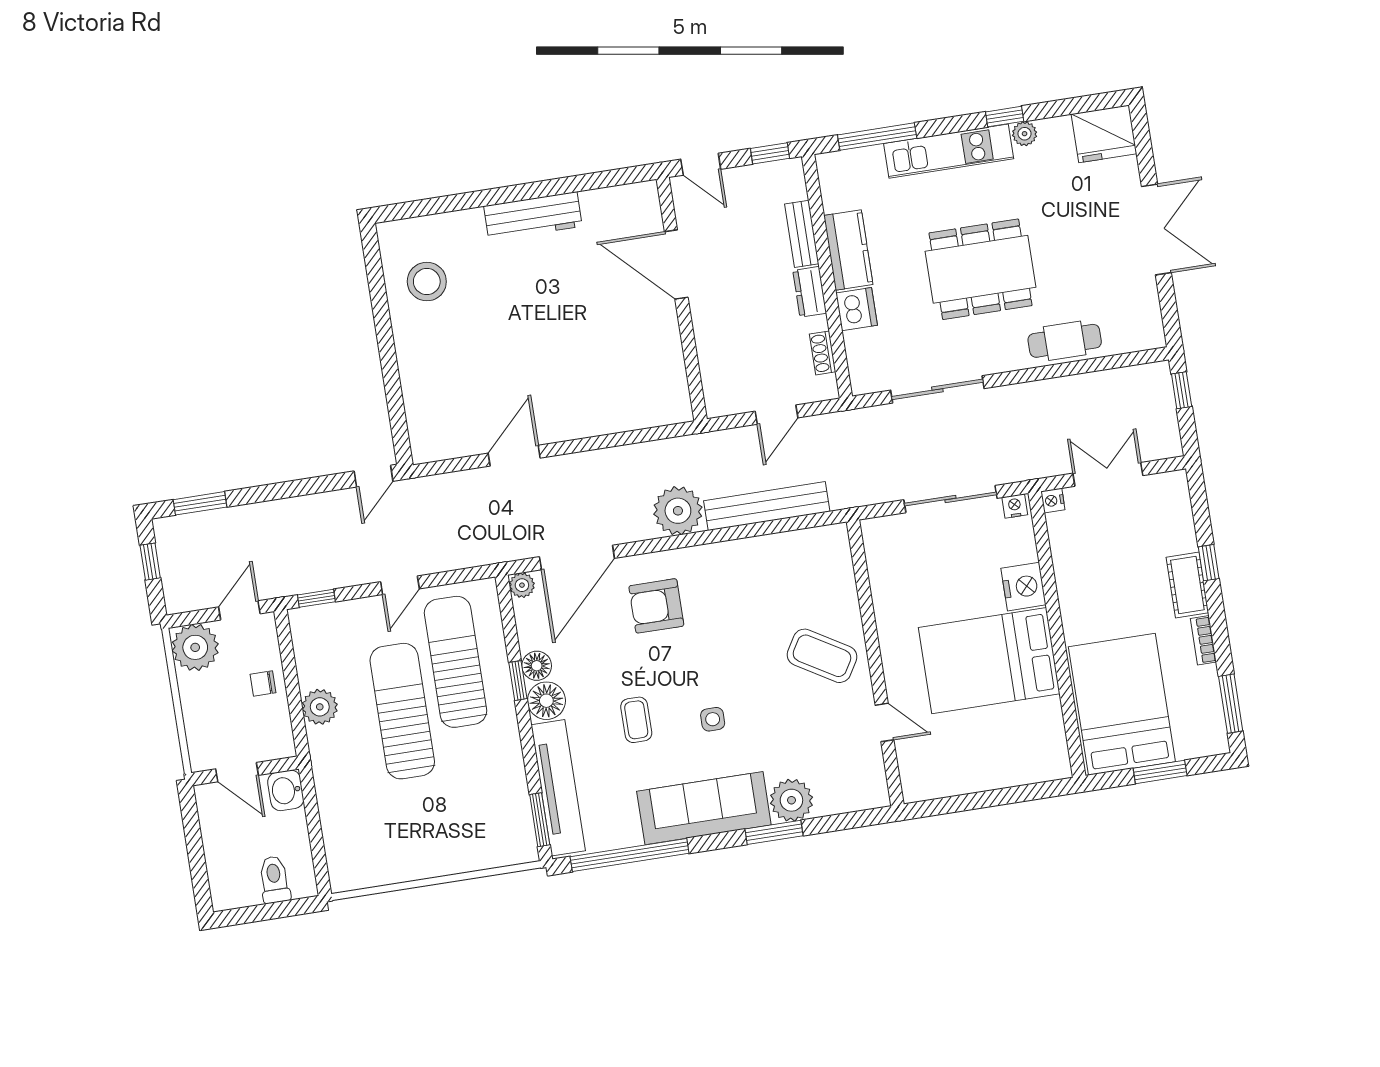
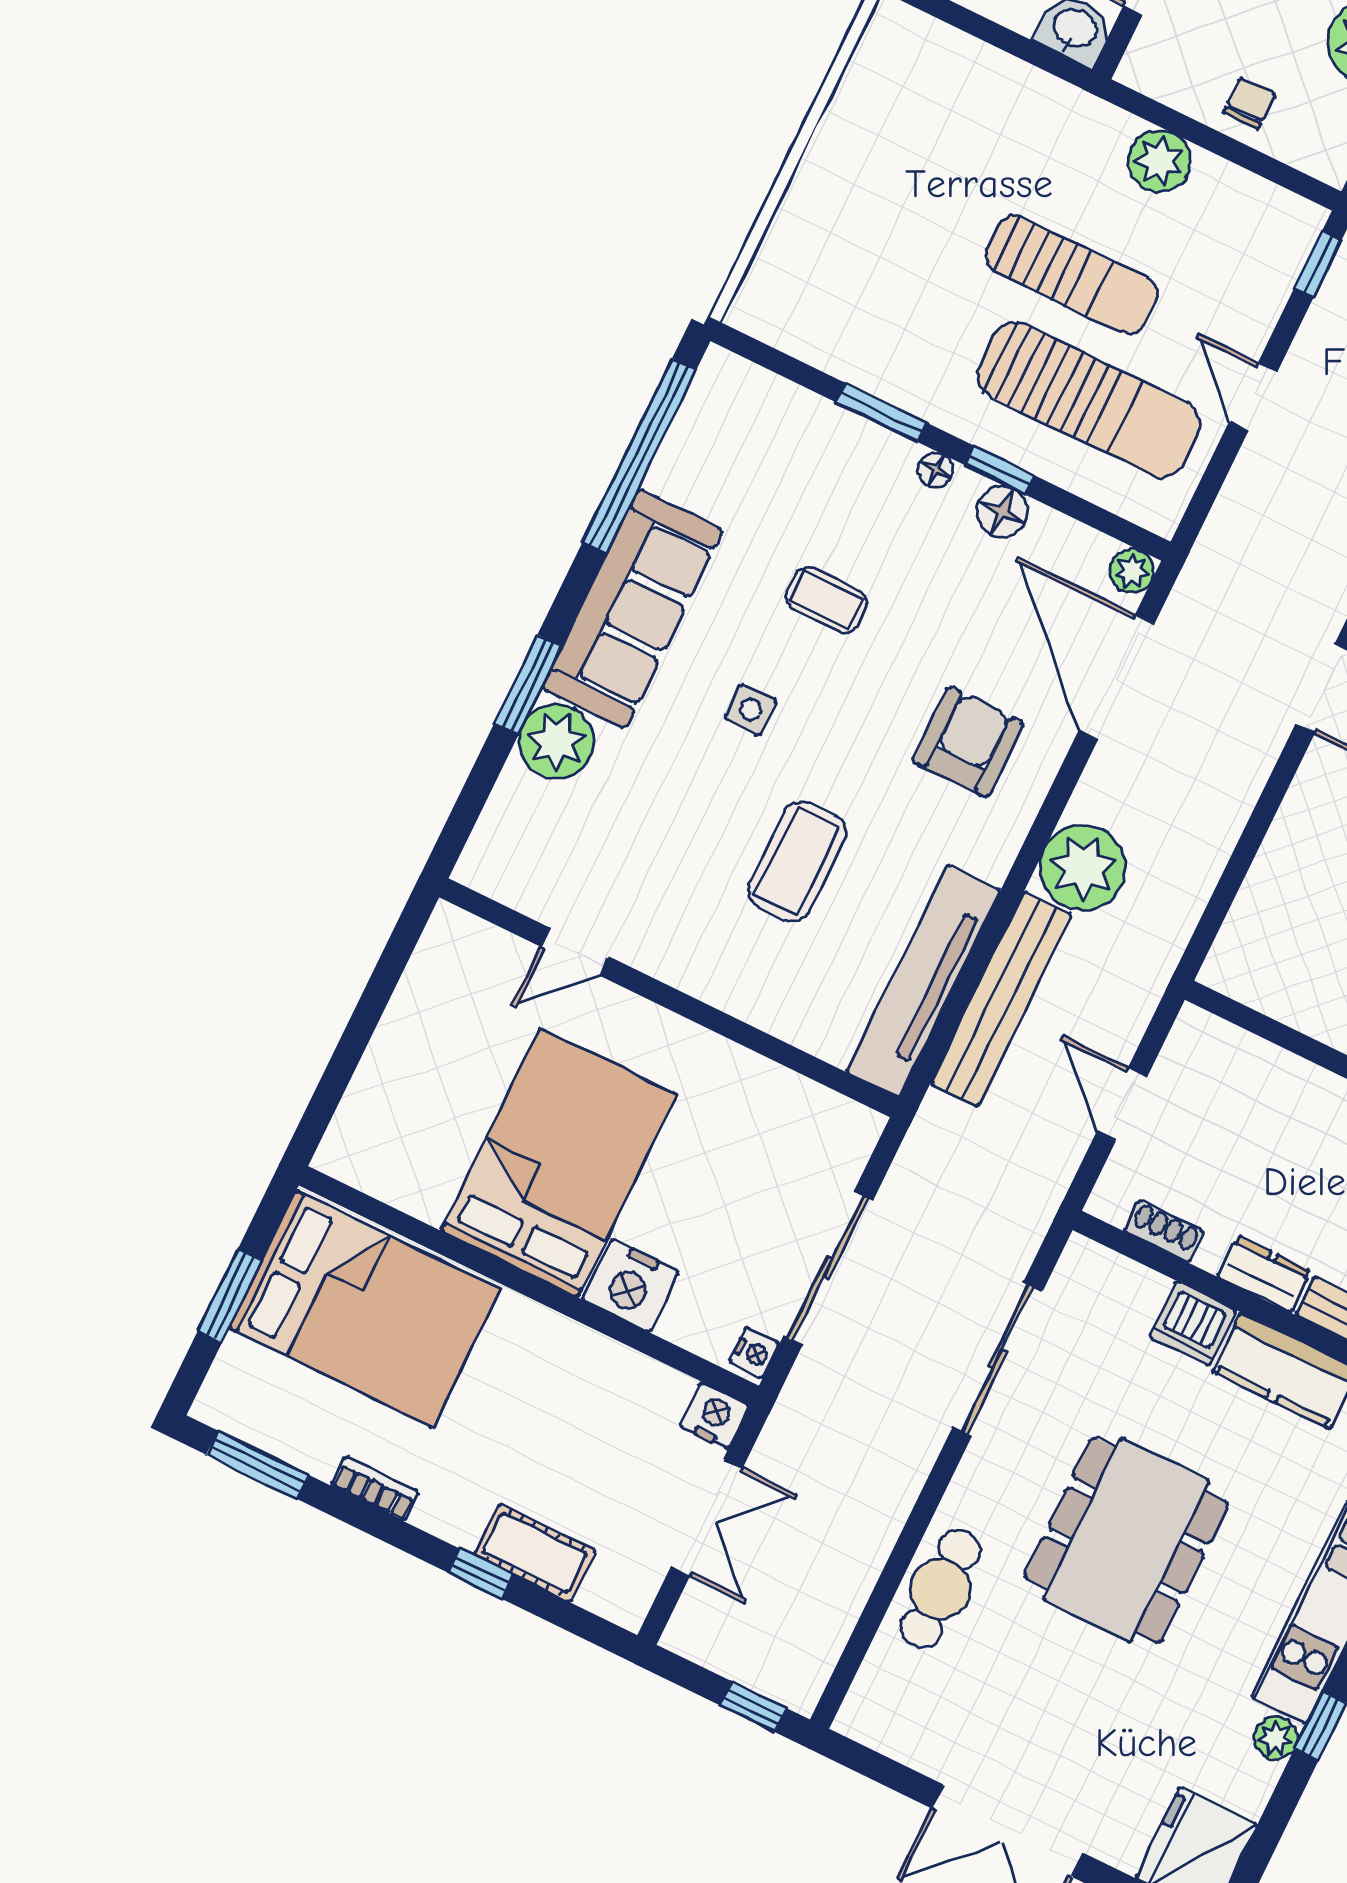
nightstand: (1053, 501) -> (714, 1416), width x1.39, depth x1.35
cot: (1187, 585) -> (535, 1553), moved
coffee table: (822, 656) -> (797, 861), moved, turned -31
floor lamp: (546, 701) -> (936, 470), width x0.53, depth x0.53
sun lounger: (402, 711) -> (1071, 275), width x0.73, depth x0.75
tv unit: (558, 788) -> (923, 981), moved, turned 90
window: (540, 820) -> (881, 412), moved

